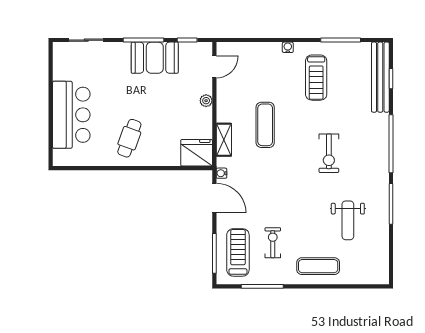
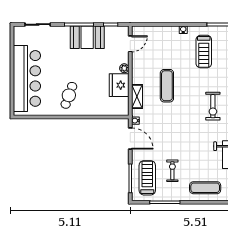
bar counter: (71, 115) -> (27, 78), width x1.36
fridge: (197, 153) -> (119, 85), moved, turned -90

